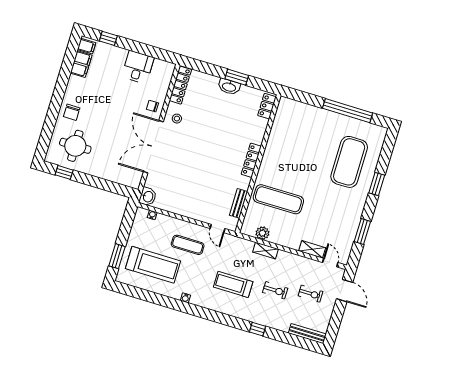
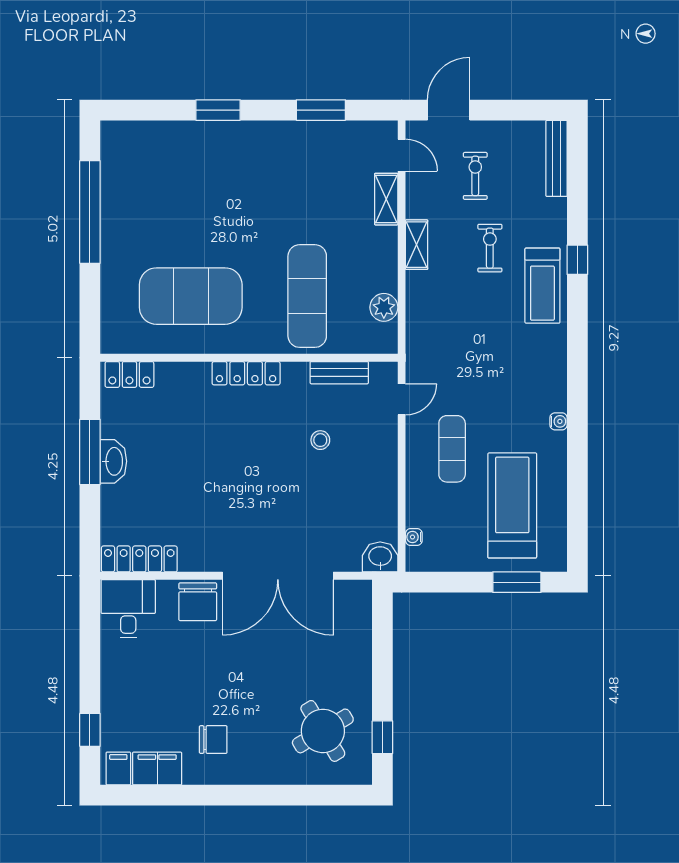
desk: (138, 67) -> (128, 609), moved, turned 90
window: (237, 77) -> (90, 452), width x1.44
chair: (152, 106) -> (198, 602), width x1.87, depth x1.87
chair: (72, 112) -> (213, 740), moved
stool: (177, 119) -> (320, 440), moved
round table: (75, 146) -> (323, 731), turned -31
exercise mat: (349, 162) -> (191, 296), moved
shelving: (266, 250) -> (417, 245), moved
door: (330, 263) -> (402, 155), swing flipped
treadmill: (233, 284) -> (542, 286), moved

